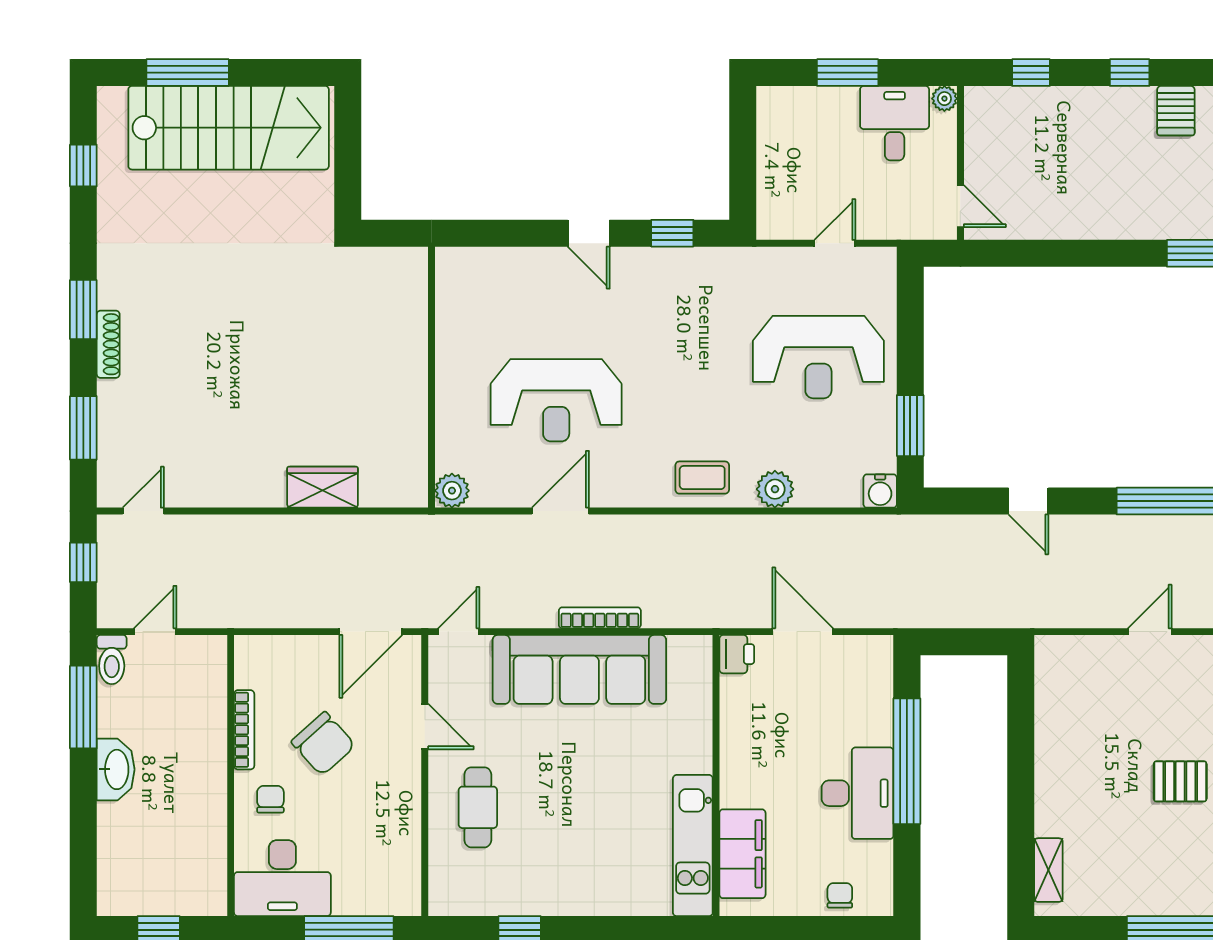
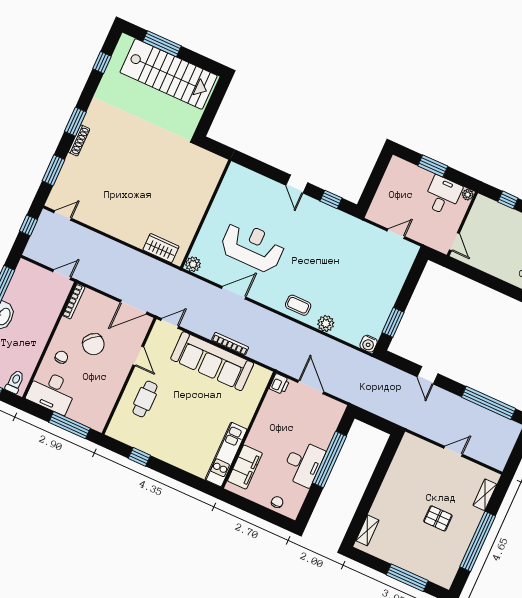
reception desk: (818, 357) -> (368, 277), removed
reception desk: (556, 400) -> (252, 246), turned 180
wardrobe: (323, 487) -> (161, 248), moved
door: (155, 632) -> (62, 275), moved
toilet: (112, 660) -> (15, 382), moved, turned 180
bookcase: (244, 730) -> (74, 301), moved

